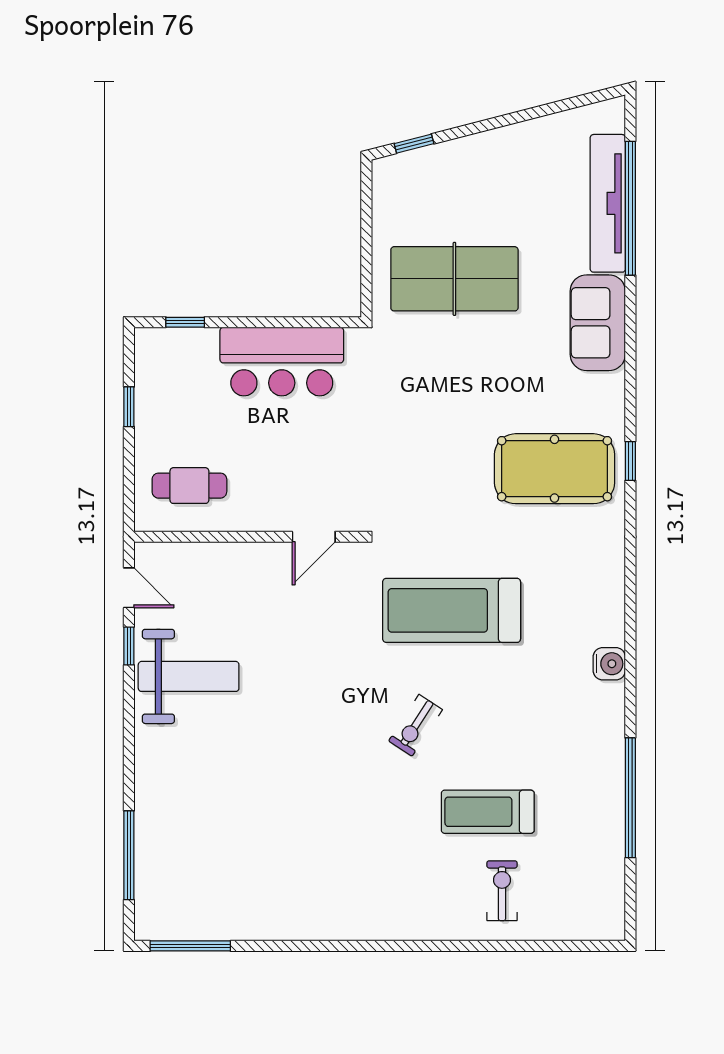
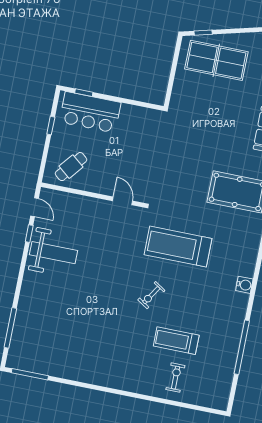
table tennis table: (454, 279) -> (216, 60), moved
bar counter: (282, 362) -> (90, 112), moved
cafe table: (189, 486) -> (71, 167), turned -51
door: (314, 537) -> (122, 201), swing flipped

